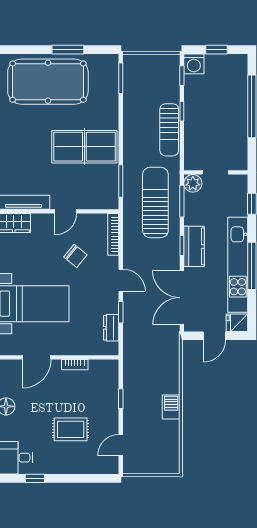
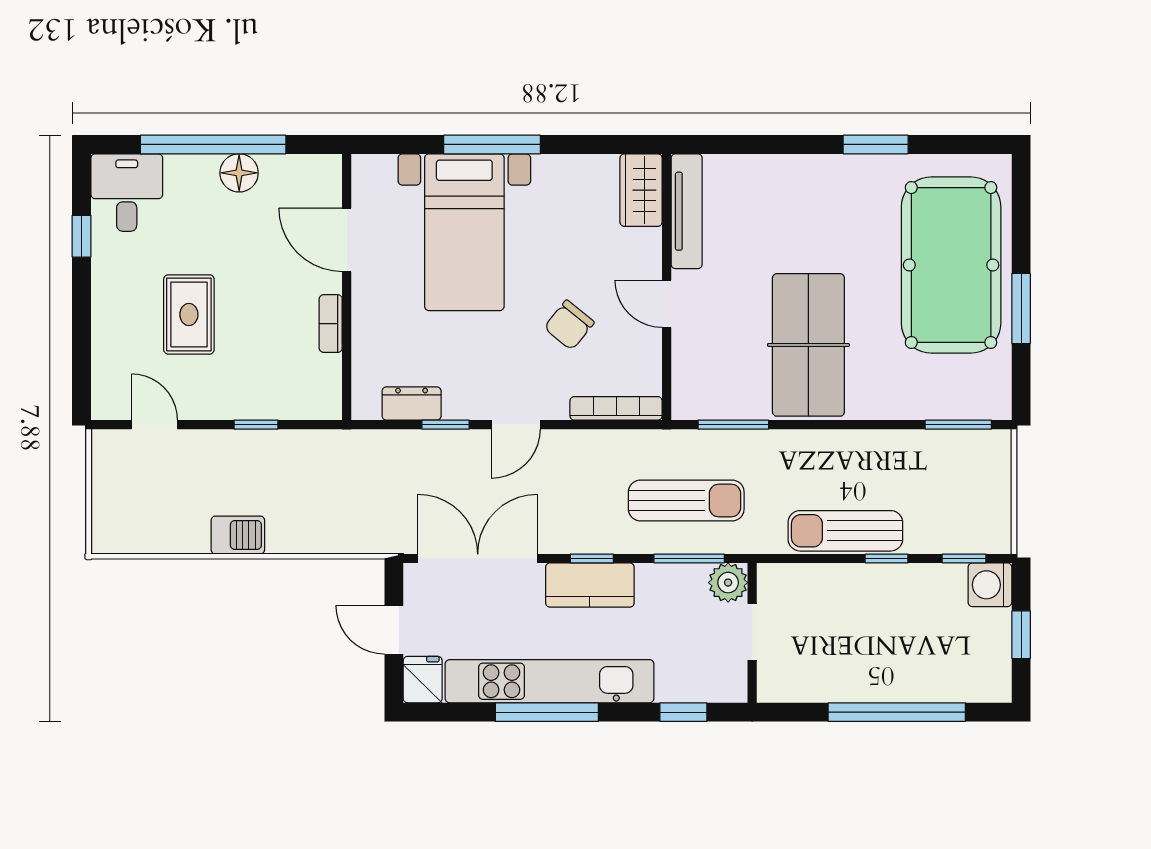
sun lounger: (155, 202) -> (686, 501), width x0.73, depth x0.75

